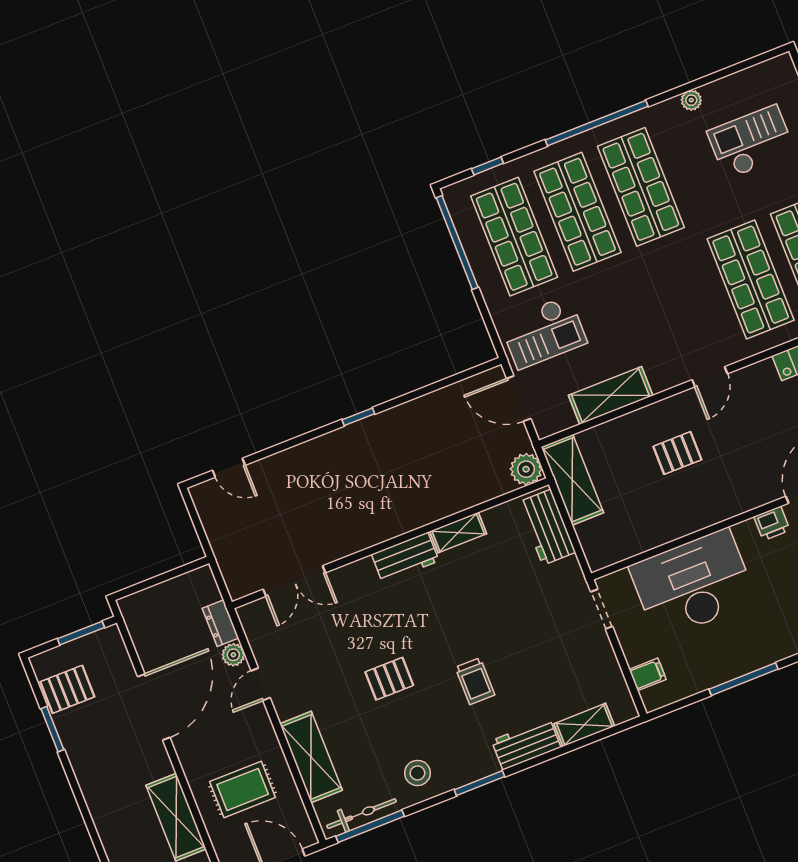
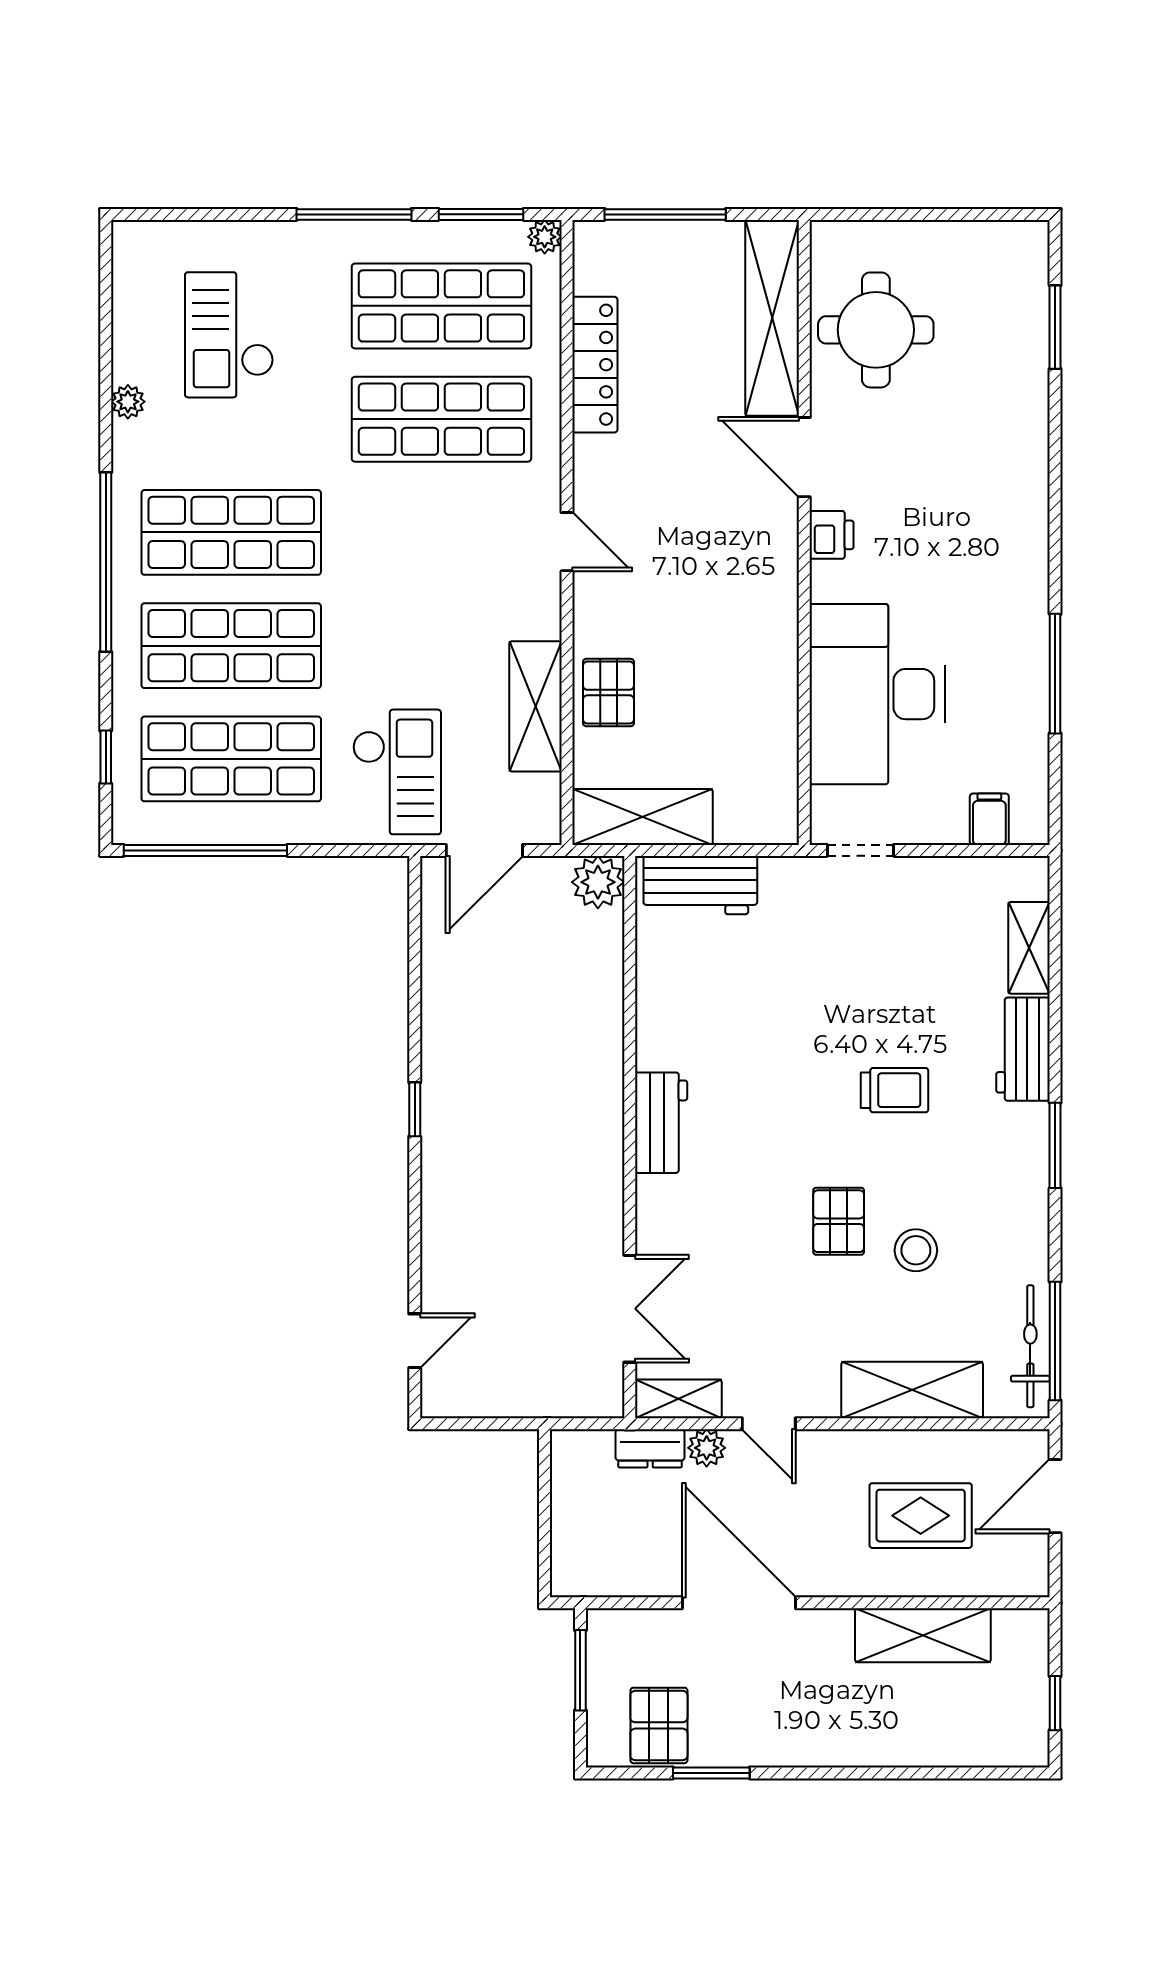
pallet: (677, 453) -> (608, 693), moved
shelving: (458, 532) -> (678, 1399), moved, turned 90
stool: (417, 773) -> (916, 1250), moved
rug: (243, 789) -> (921, 1516), turned 90

